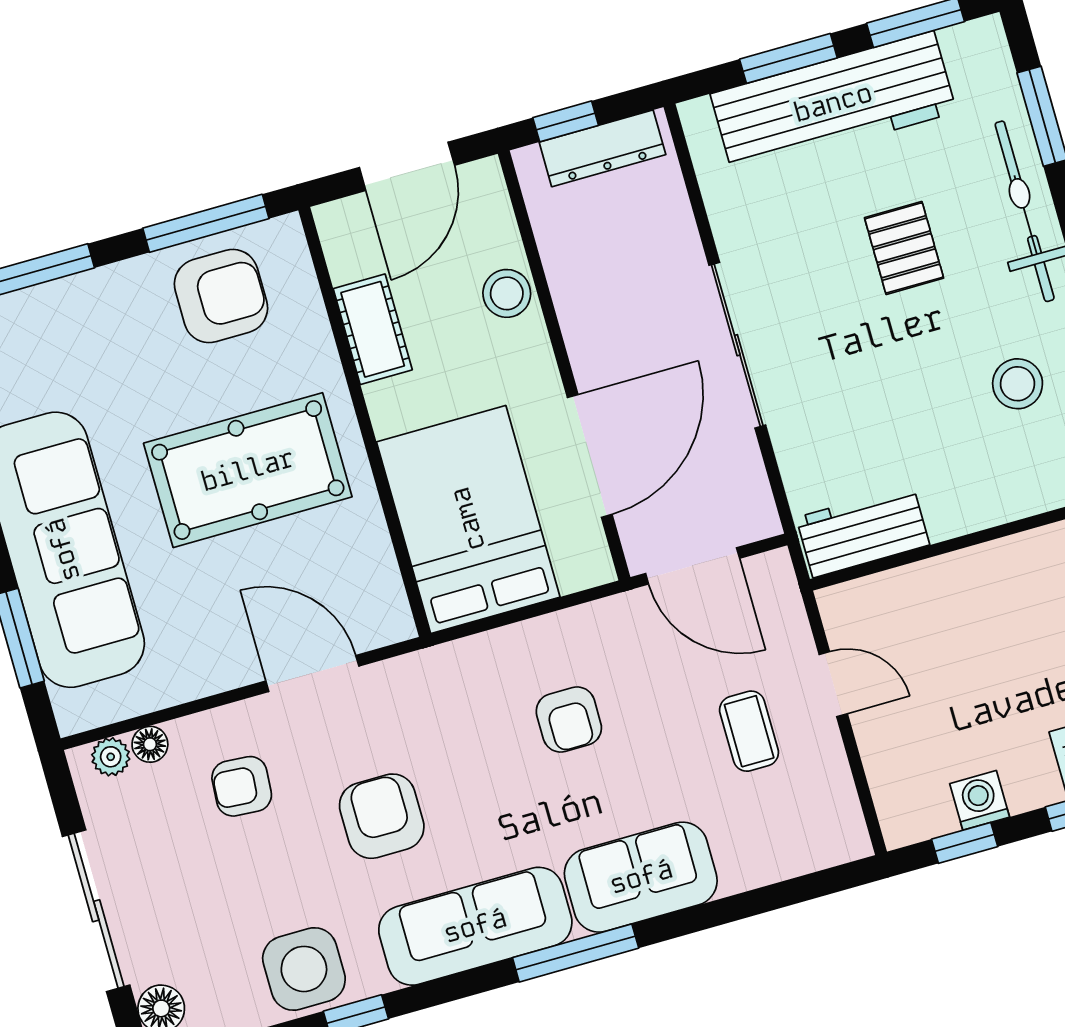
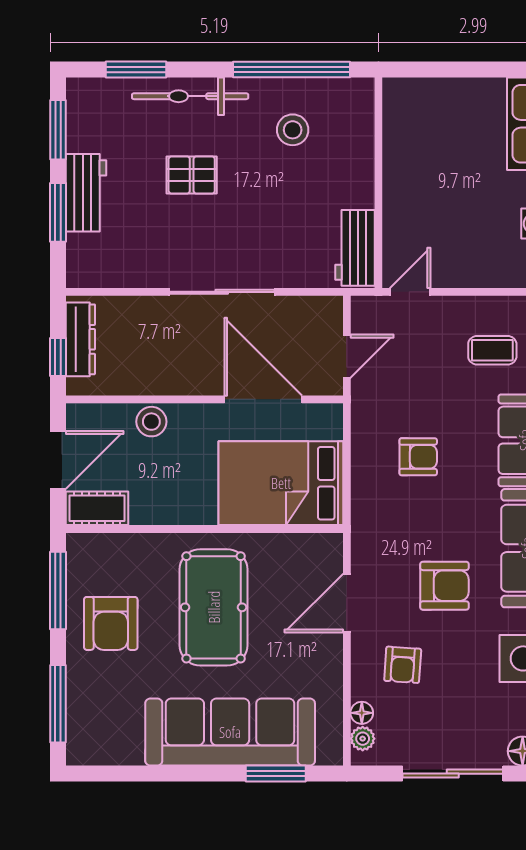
workbench: (833, 103) -> (86, 193), width x0.53, depth x0.76
door: (407, 166) -> (58, 460), hinge flipped
armchair: (221, 296) -> (111, 623), moved, turned 180
cot: (373, 329) -> (97, 508), moved
door: (693, 566) -> (347, 356), width x0.73
door: (833, 684) -> (410, 292), moved
coffee table: (749, 731) -> (492, 350), moved
armchair: (382, 816) -> (444, 586), turned 180

